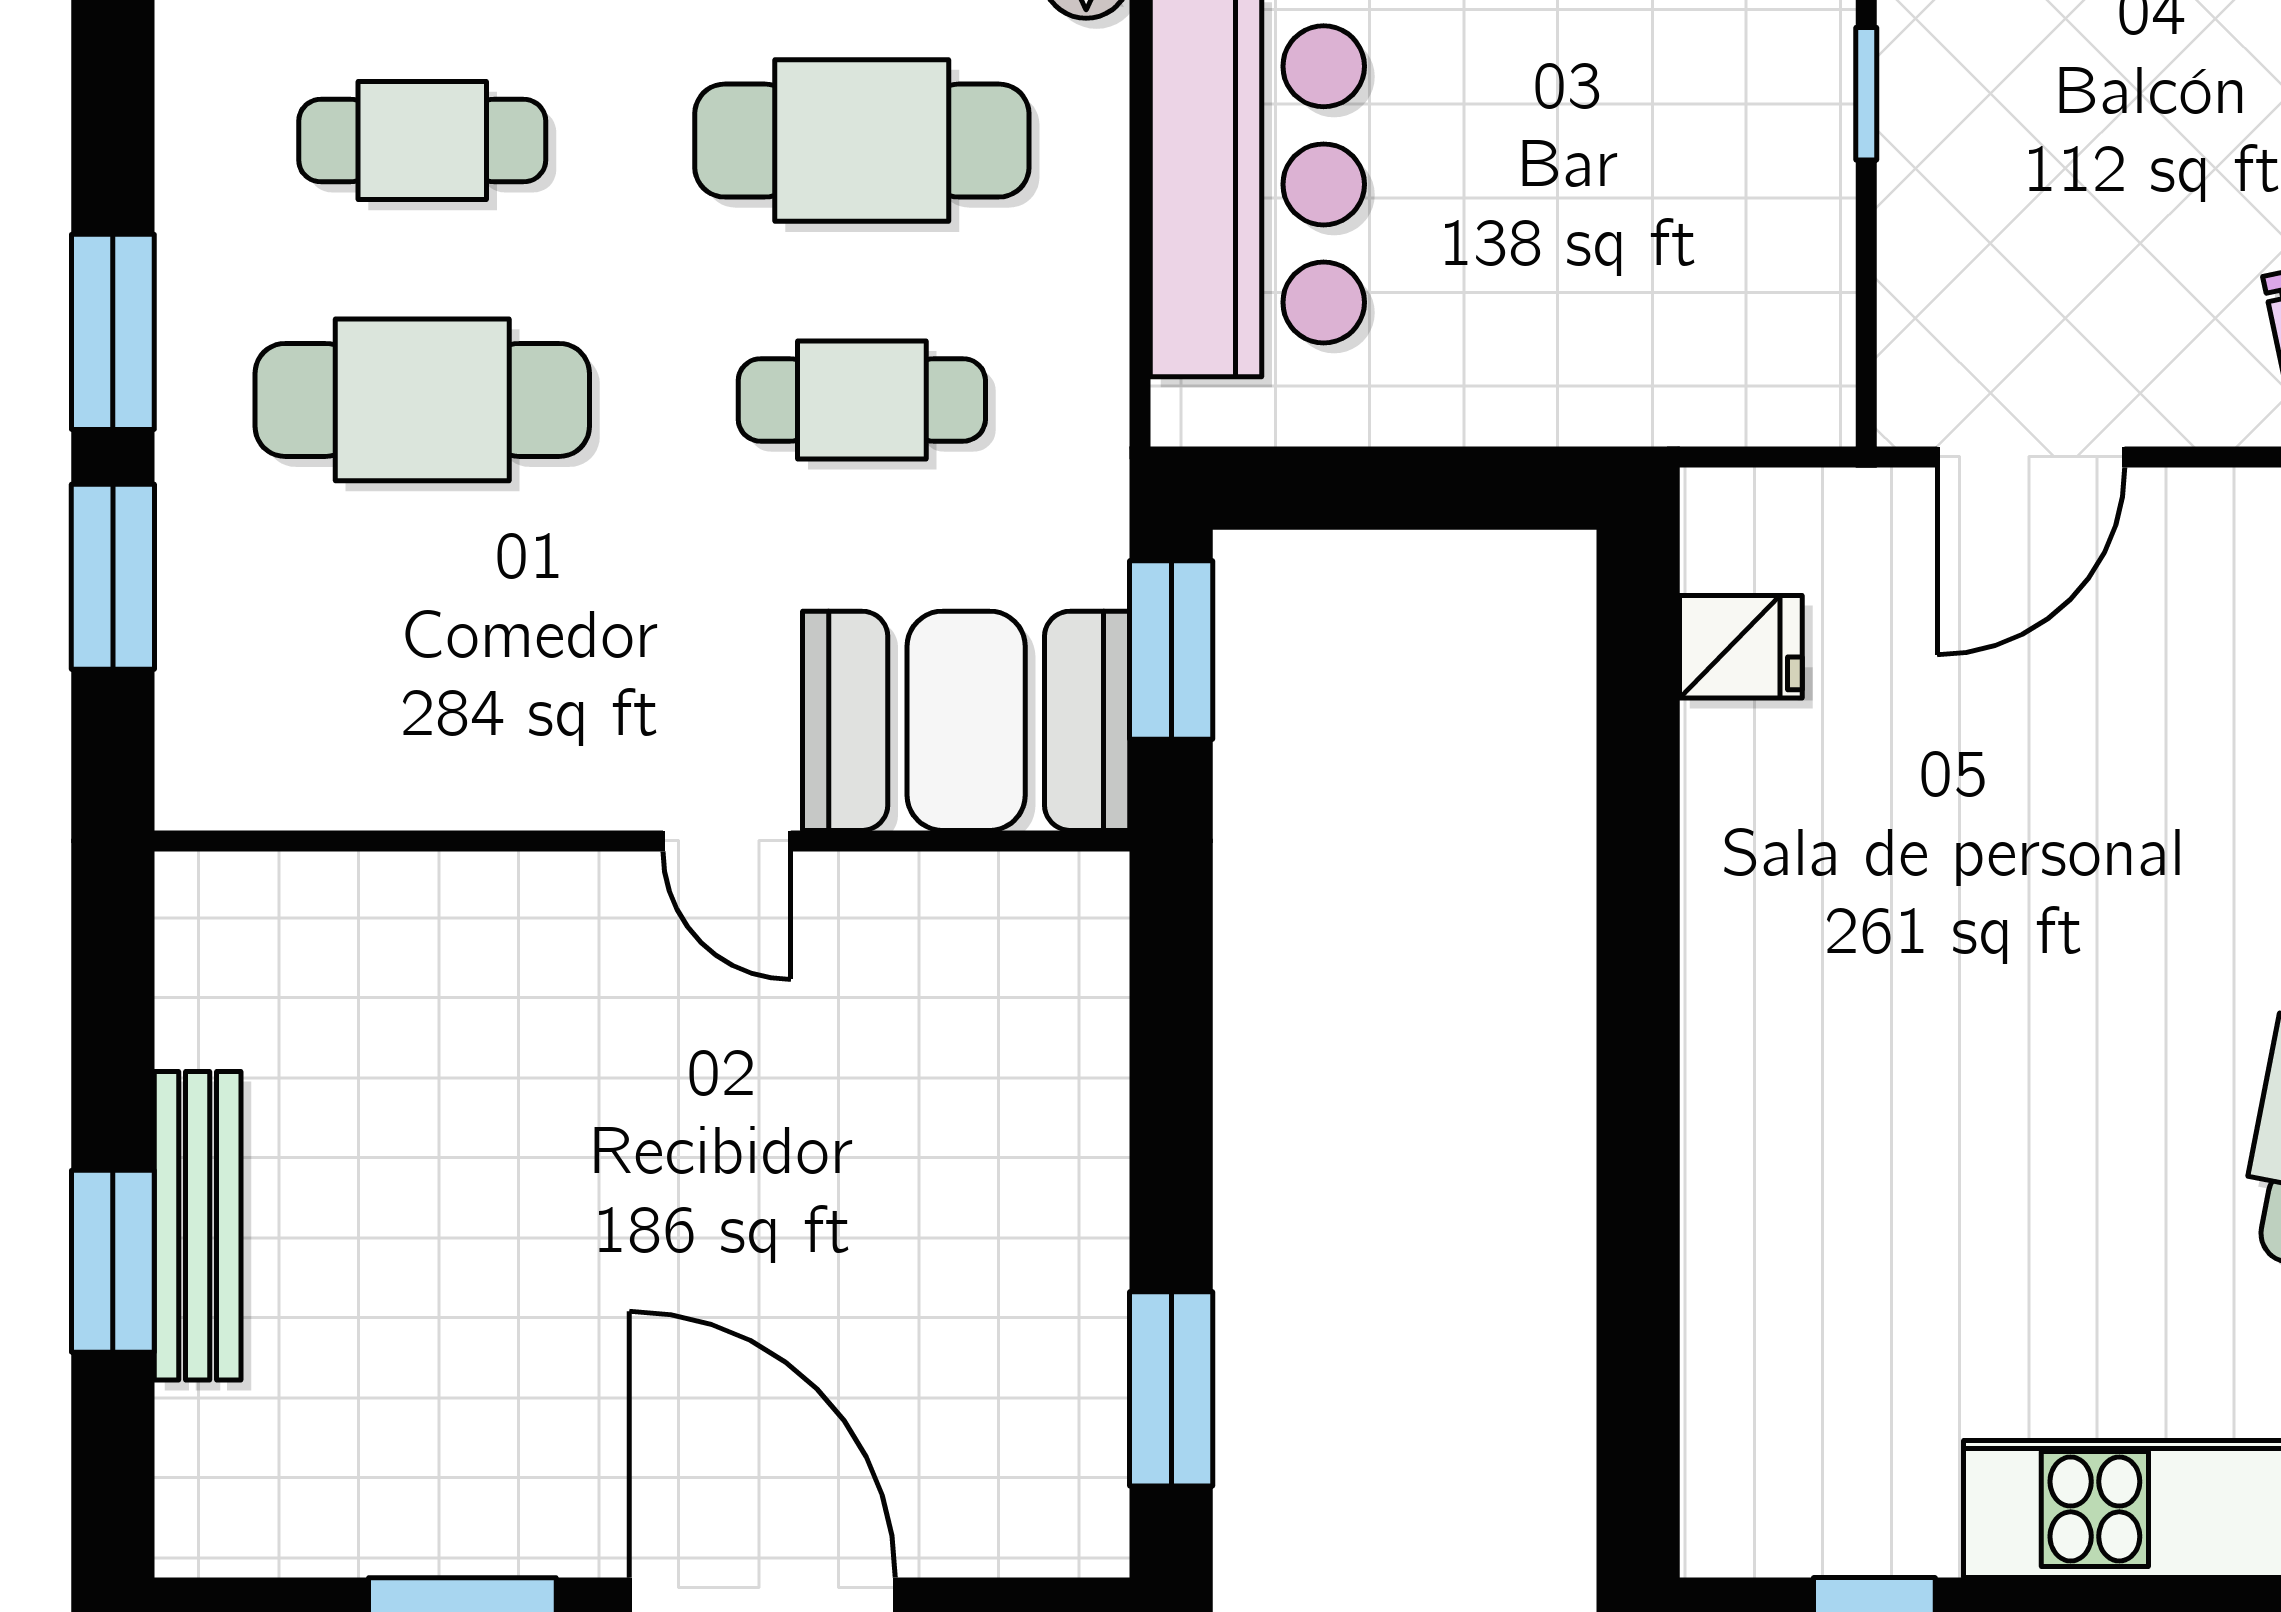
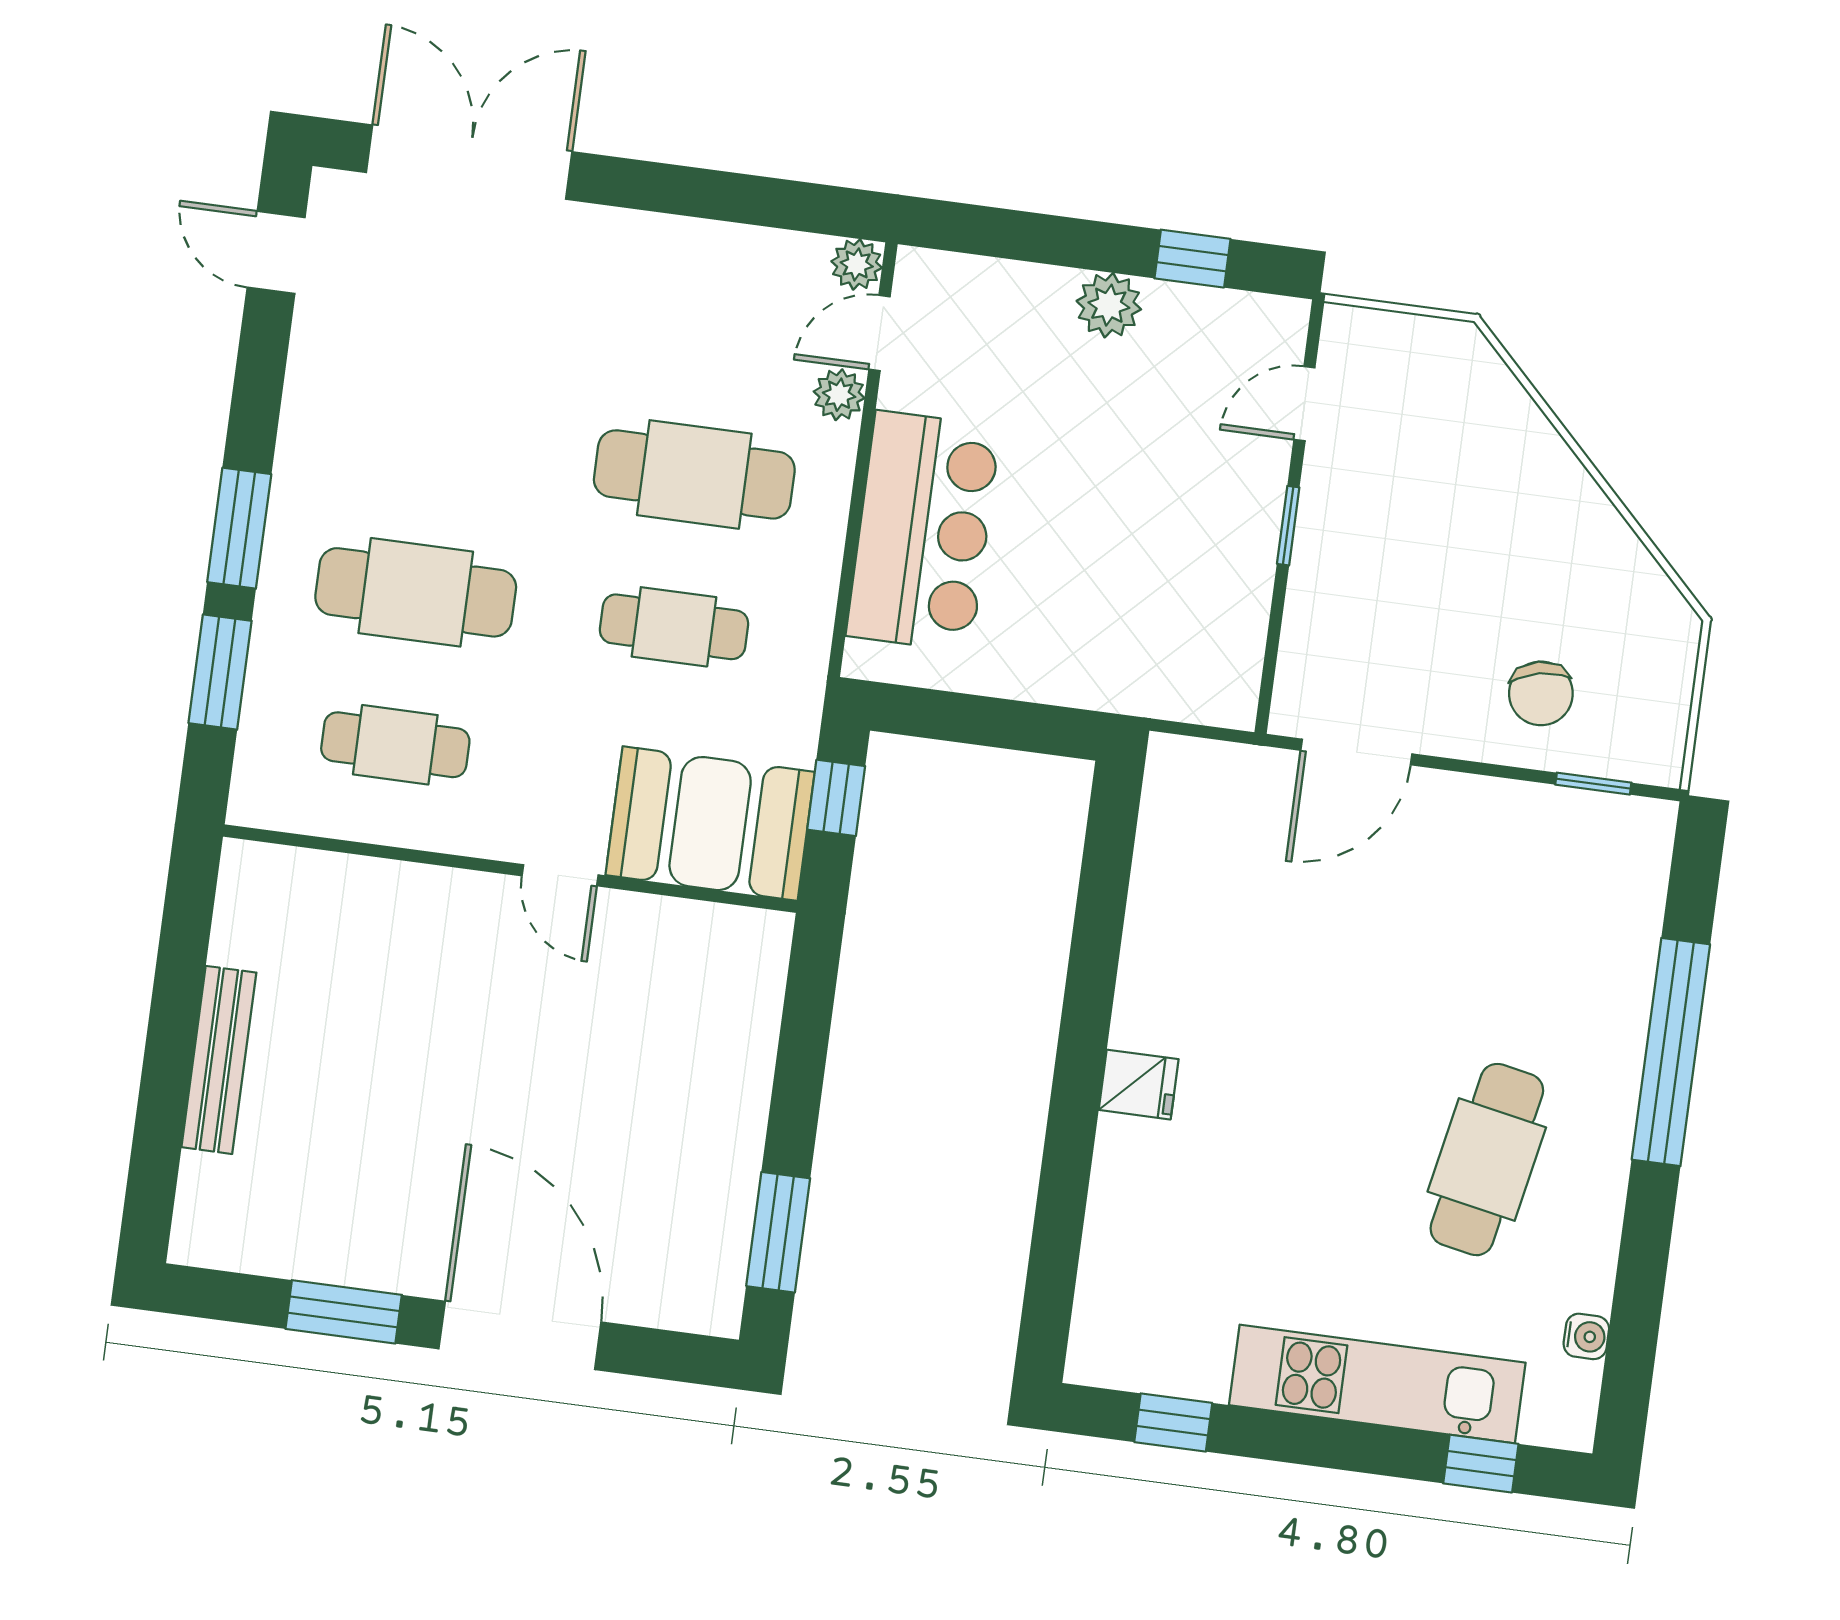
cafe table: (422, 141) -> (395, 745), moved
fridge: (1741, 647) -> (1139, 1085), moved
window: (1171, 650) -> (836, 798), width x0.67
window: (113, 1261) -> (166, 1074), removed

